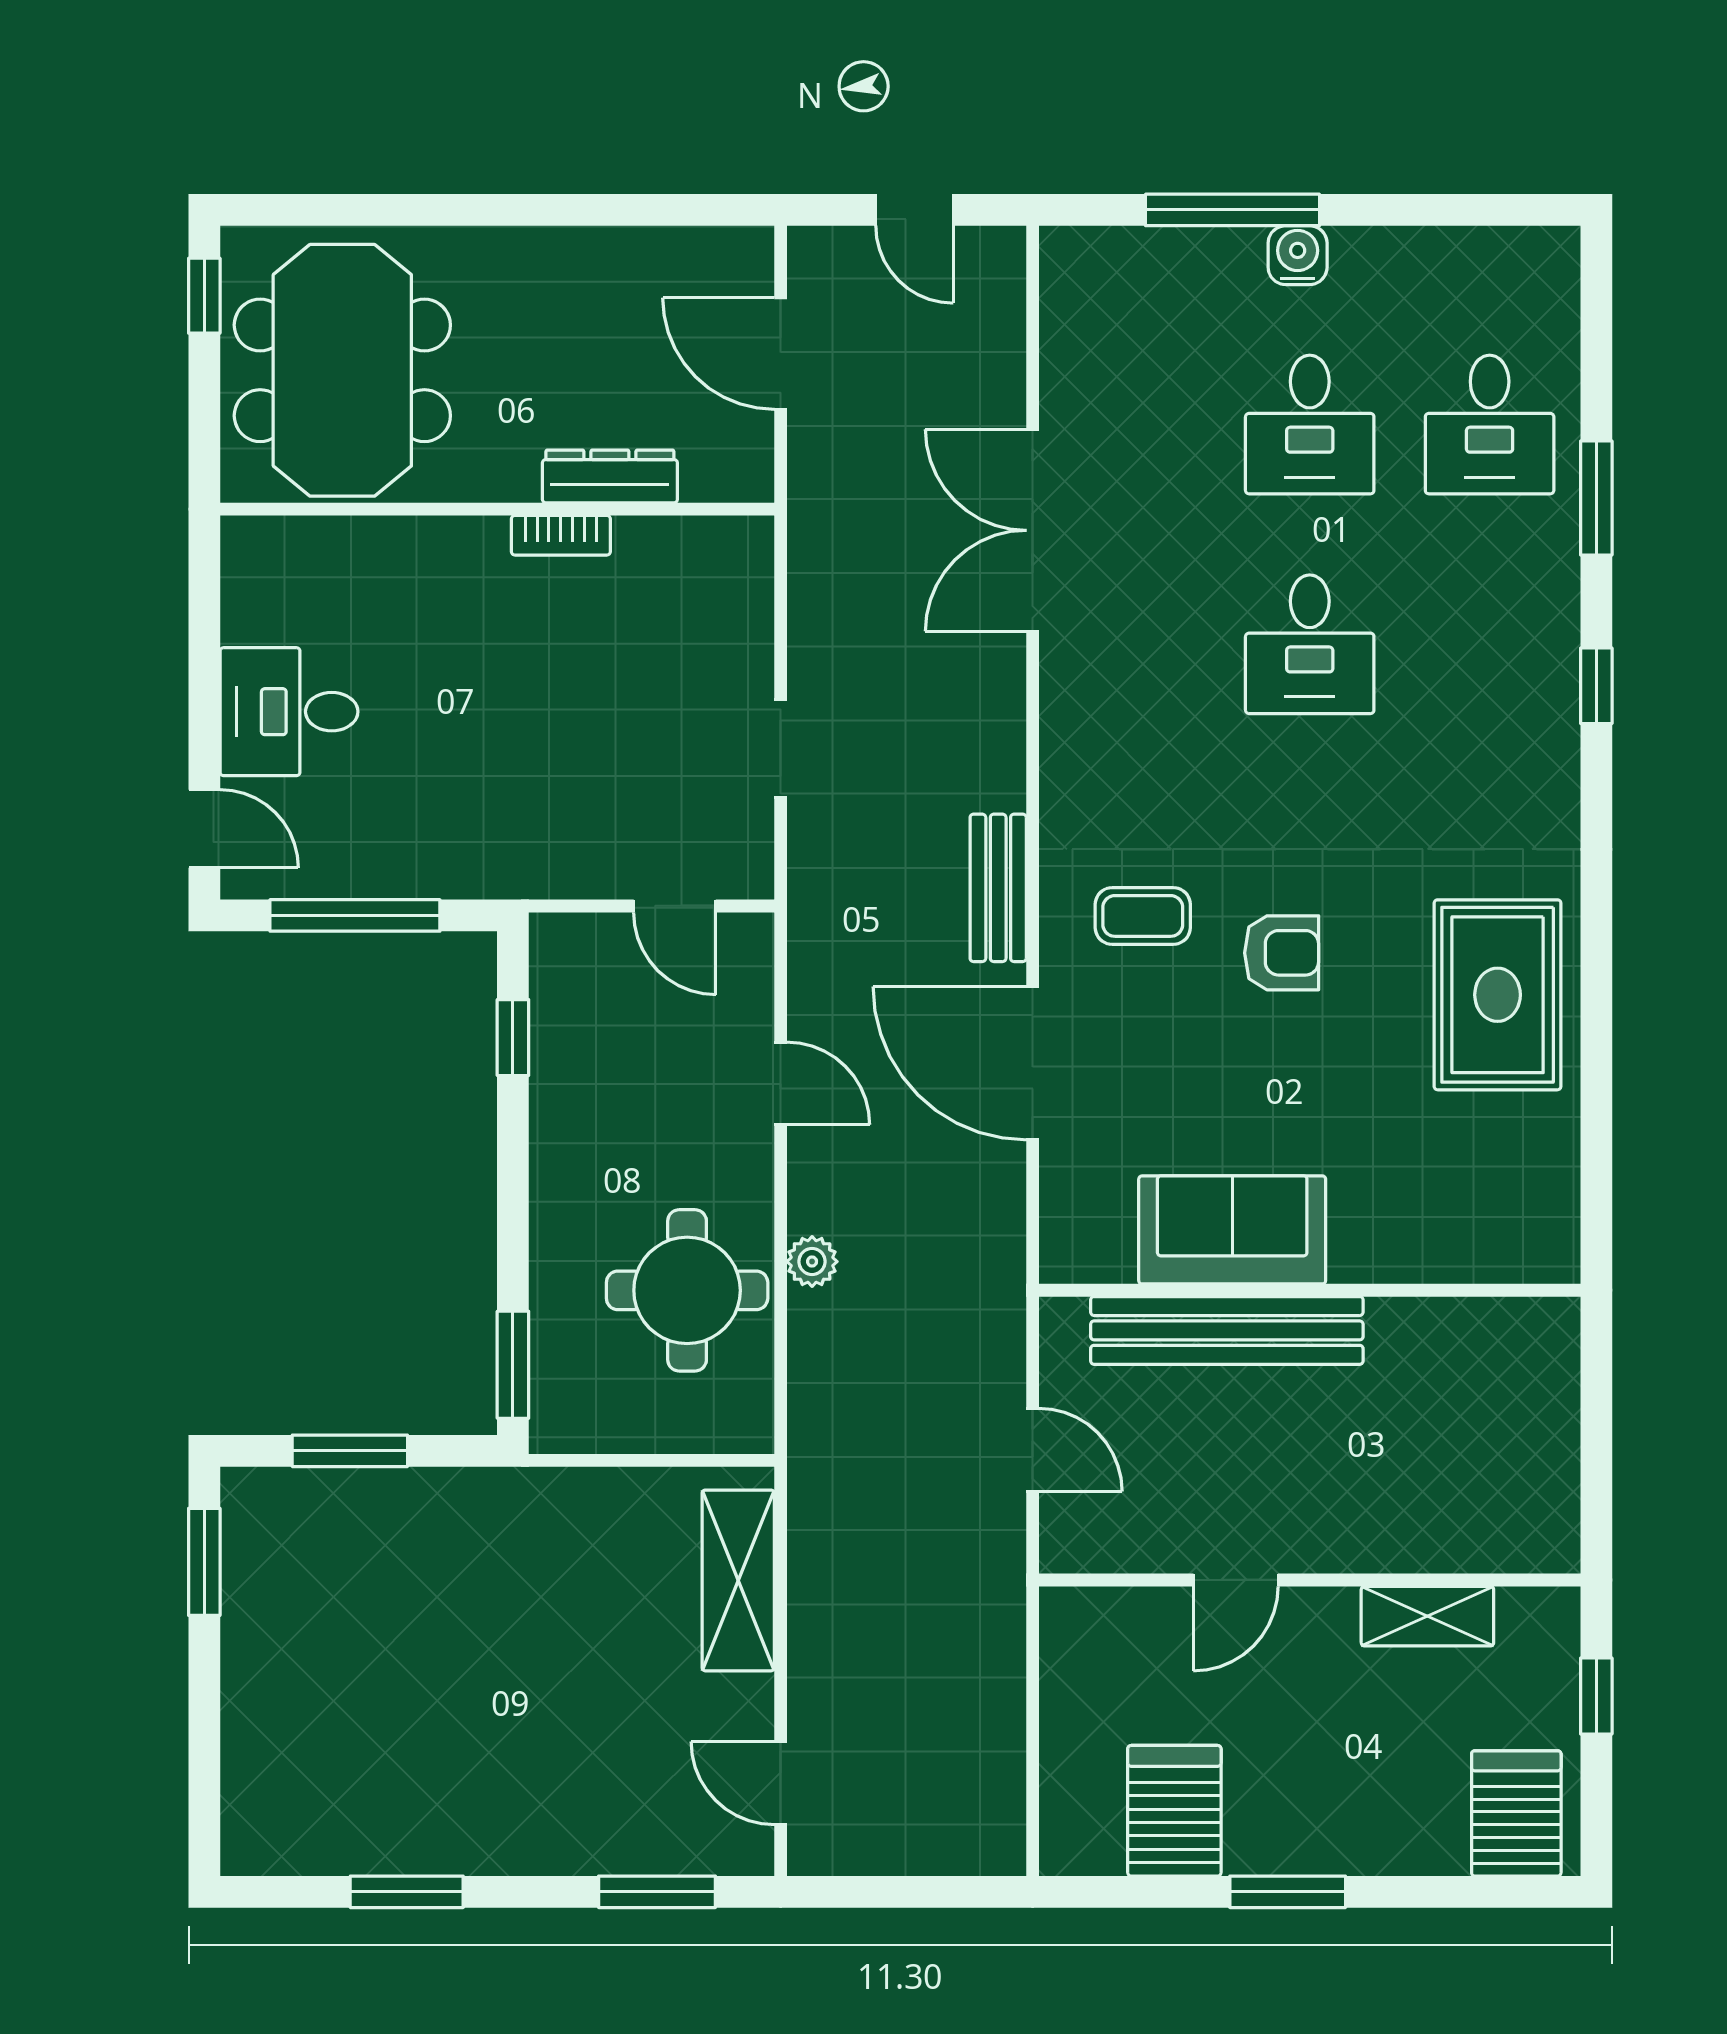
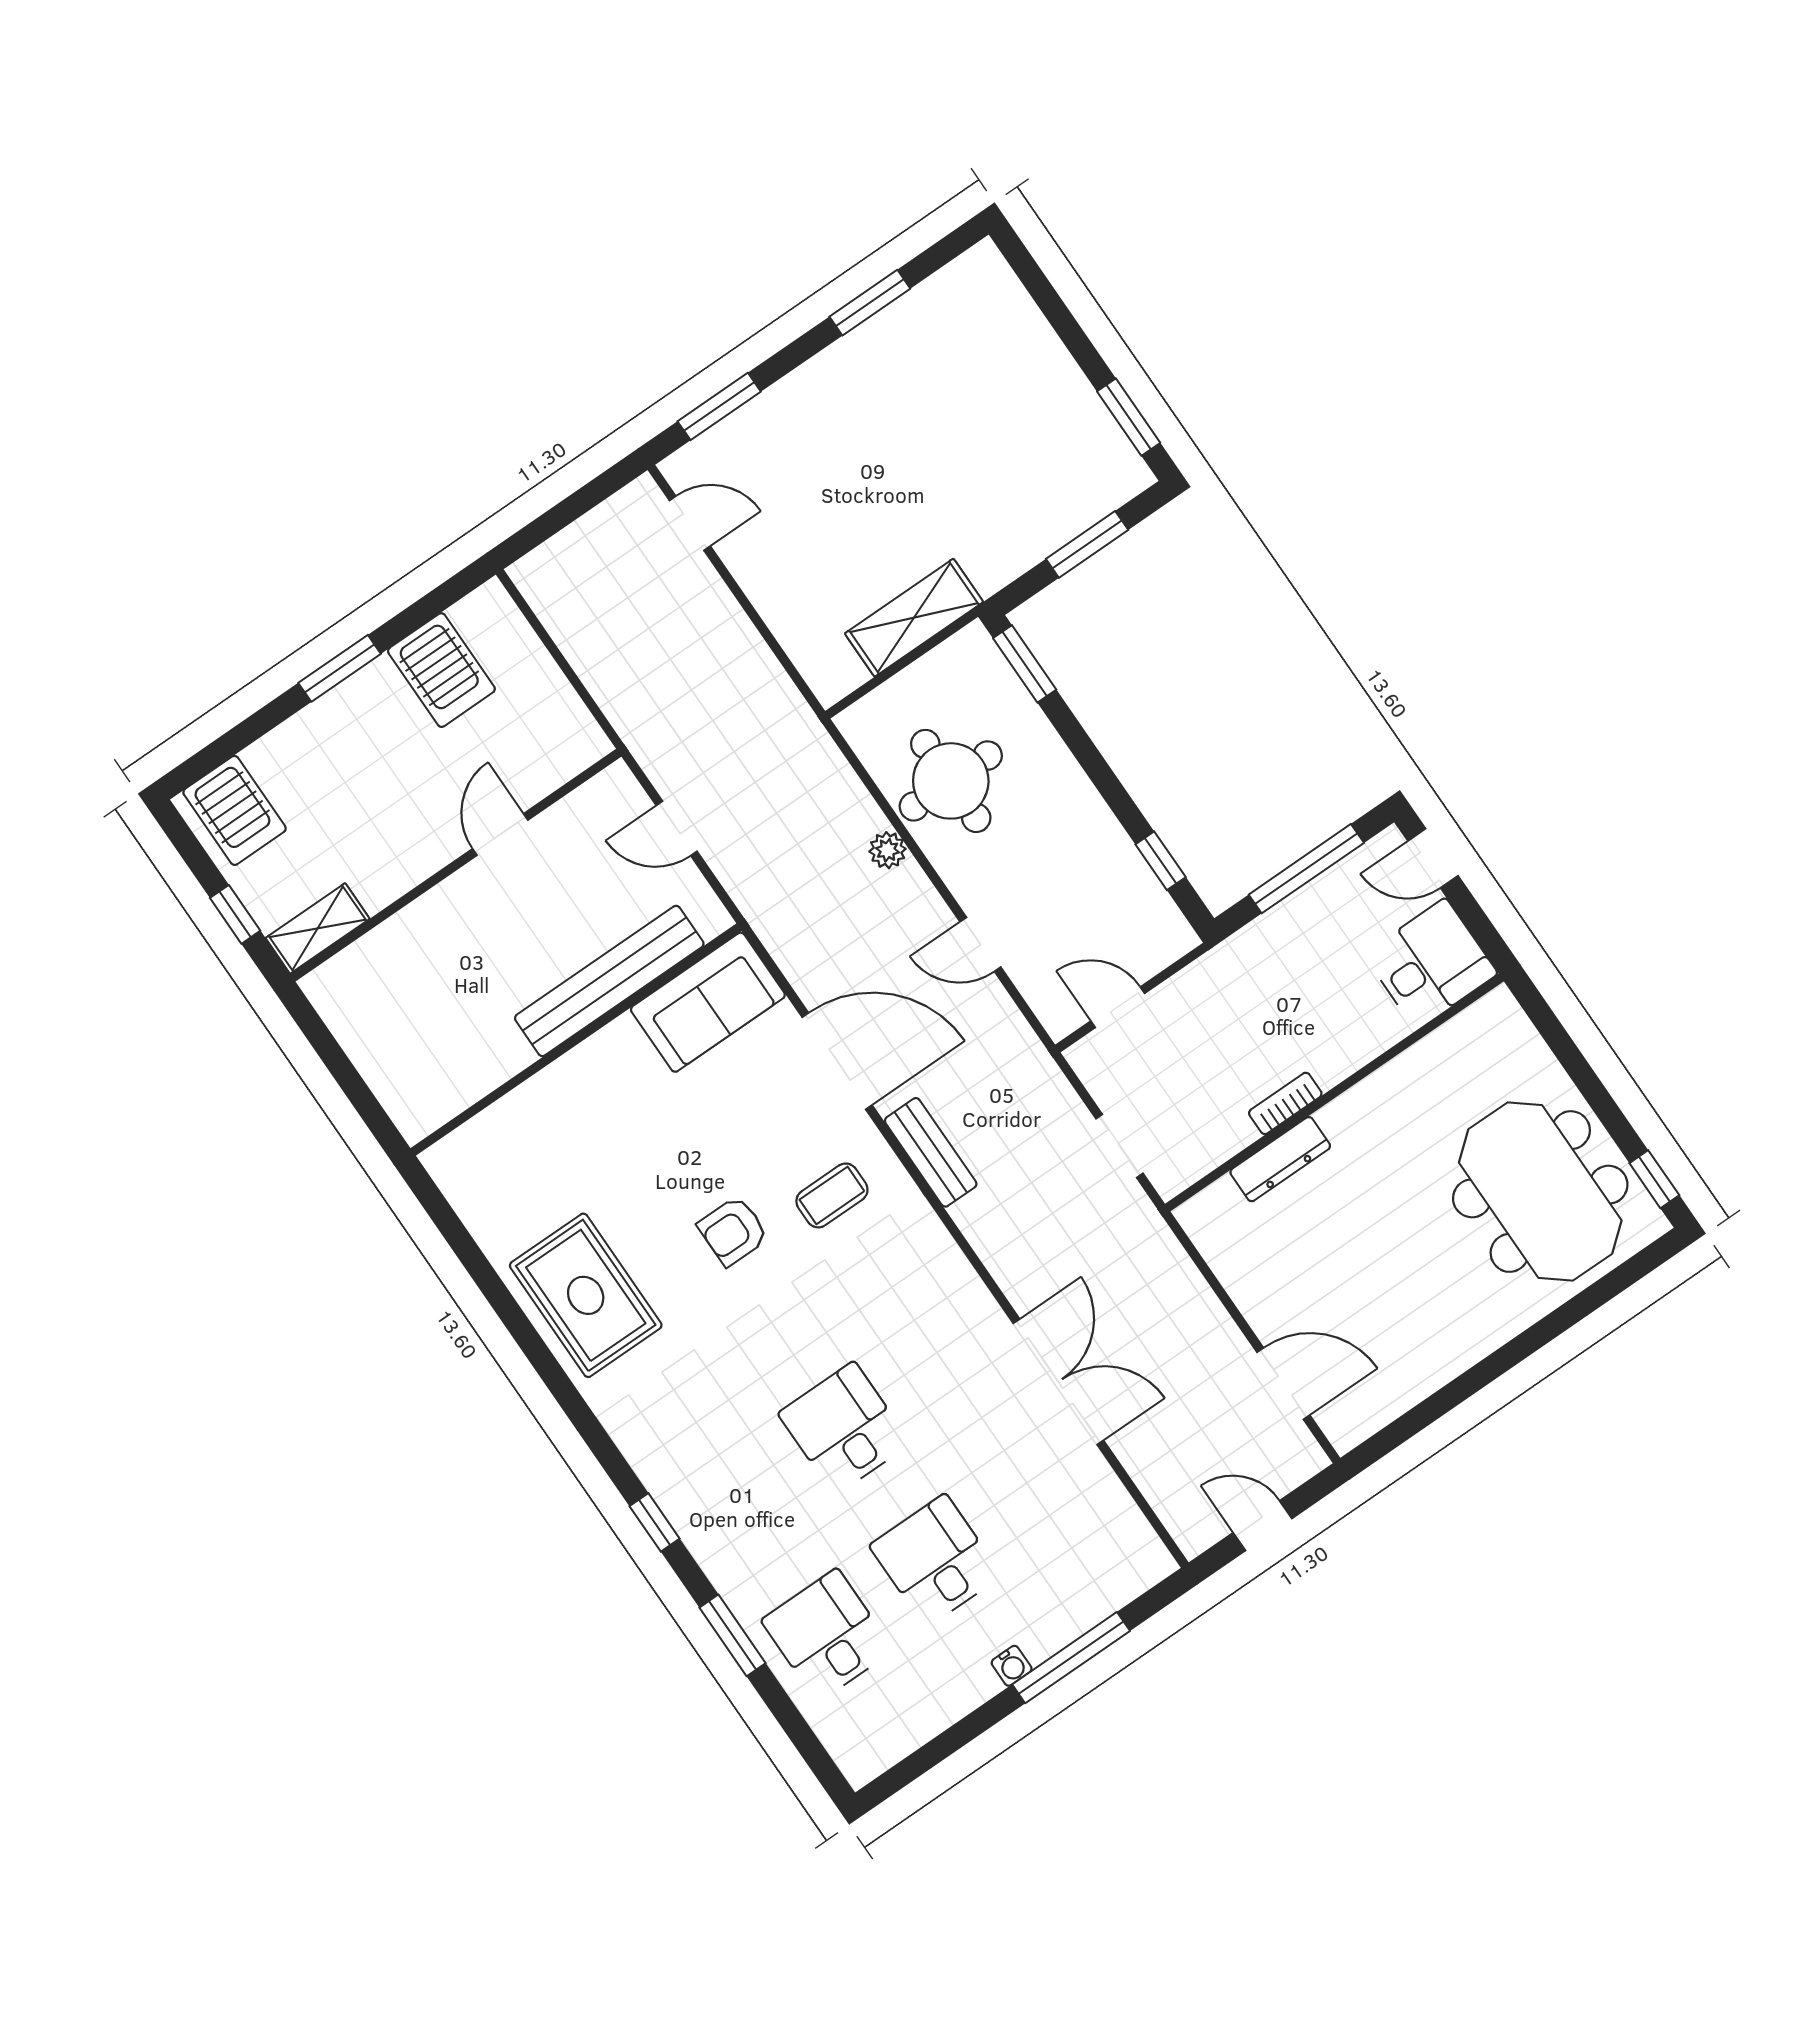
water cooler: (1298, 255) -> (1012, 1666), width x0.72, depth x0.72
dresser: (610, 476) -> (1280, 1159), moved
wall: (497, 509) -> (1334, 1093), moved
bookcase: (561, 535) -> (1285, 1103), moved
sofa: (1232, 1230) -> (708, 1002), moved
shelving: (738, 1580) -> (914, 618), moved, turned 90
shelving: (1427, 1616) -> (318, 928), moved

